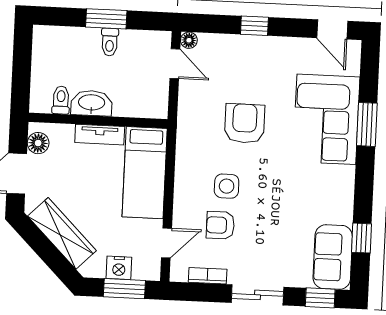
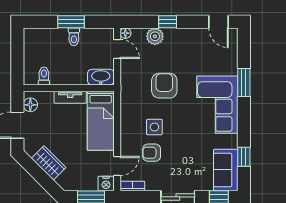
plant: (234, 47) -> (155, 36), added
washbasin: (92, 103) -> (101, 77), moved
corner sofa: (326, 119) -> (217, 105), moved
wardrobe: (62, 233) -> (49, 163), width x0.67
nightstand: (119, 268) -> (106, 184), moved
bookcase: (208, 276) -> (132, 186), moved

